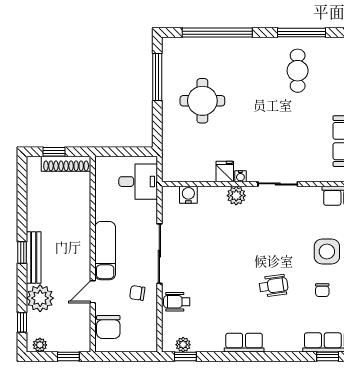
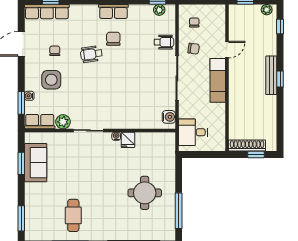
water cooler: (188, 195) -> (169, 117), moved, turned -90
plant: (236, 196) -> (63, 122), moved
plant: (40, 298) -> (267, 45), removed
chair: (244, 306) -> (113, 39), added
chair: (108, 327) -> (194, 22), moved, width x0.54, depth x0.54

